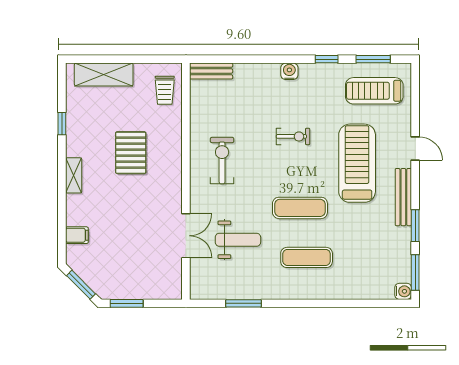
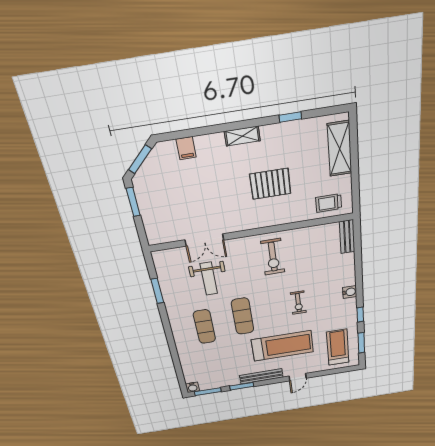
exercise bike: (222, 161) -> (273, 257), turned 90

